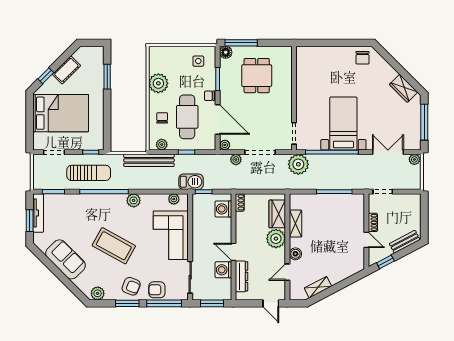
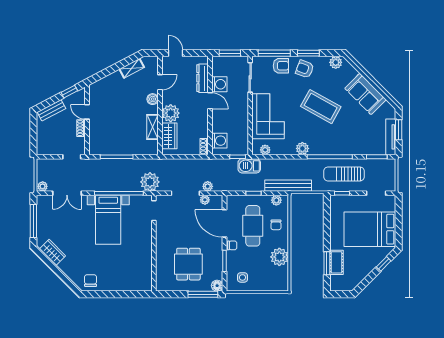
cot: (66, 70) -> (337, 262), moved, turned -45
plant: (225, 145) -> (205, 200), moved

